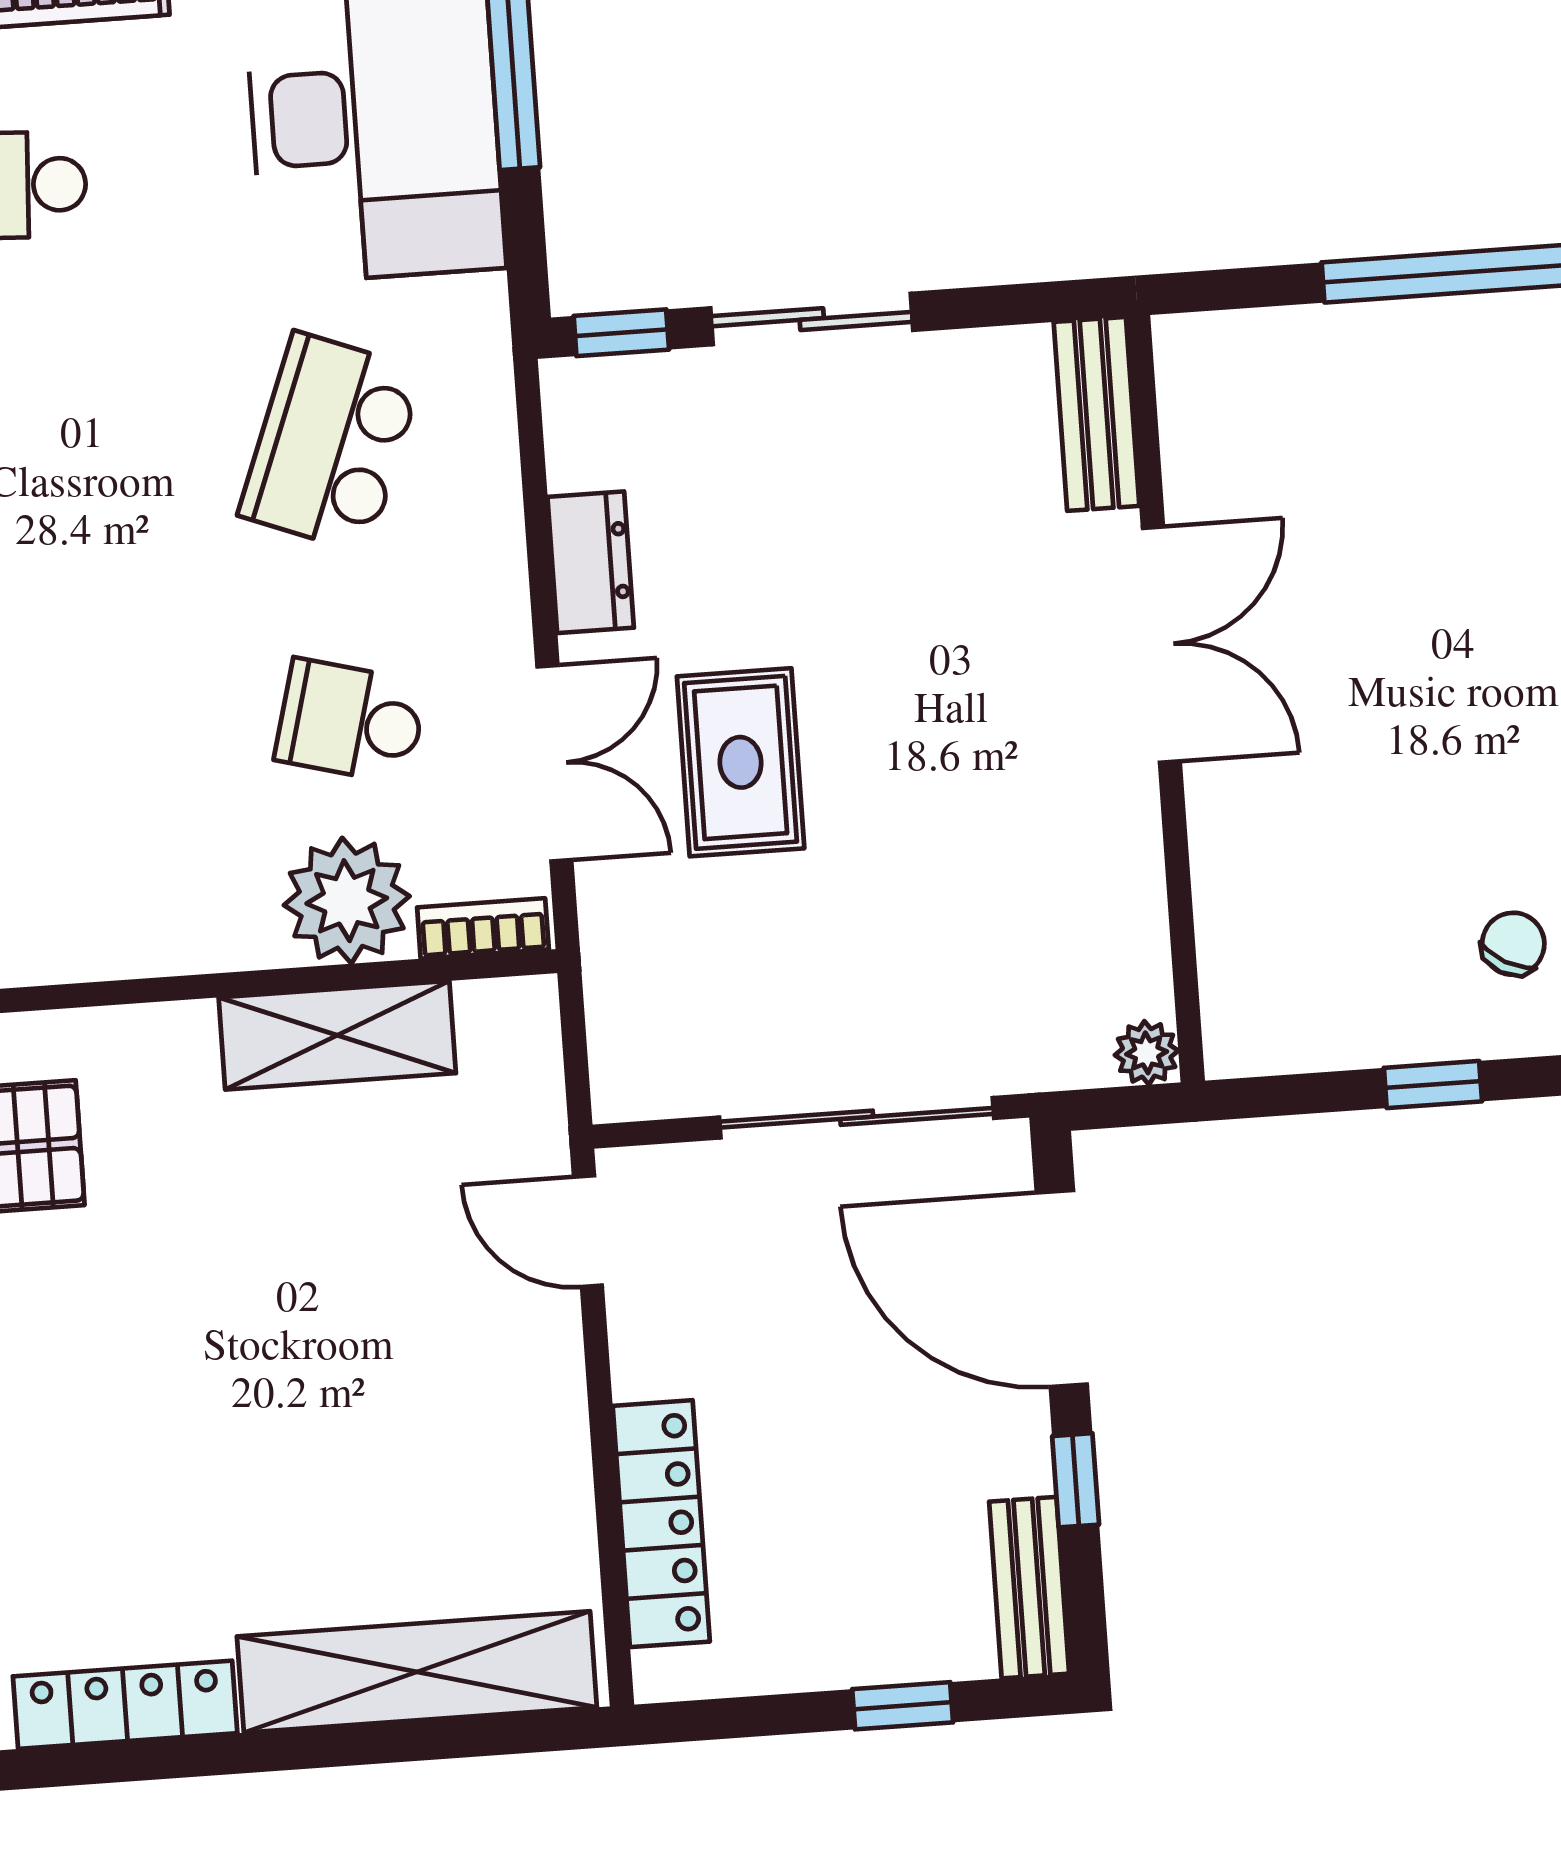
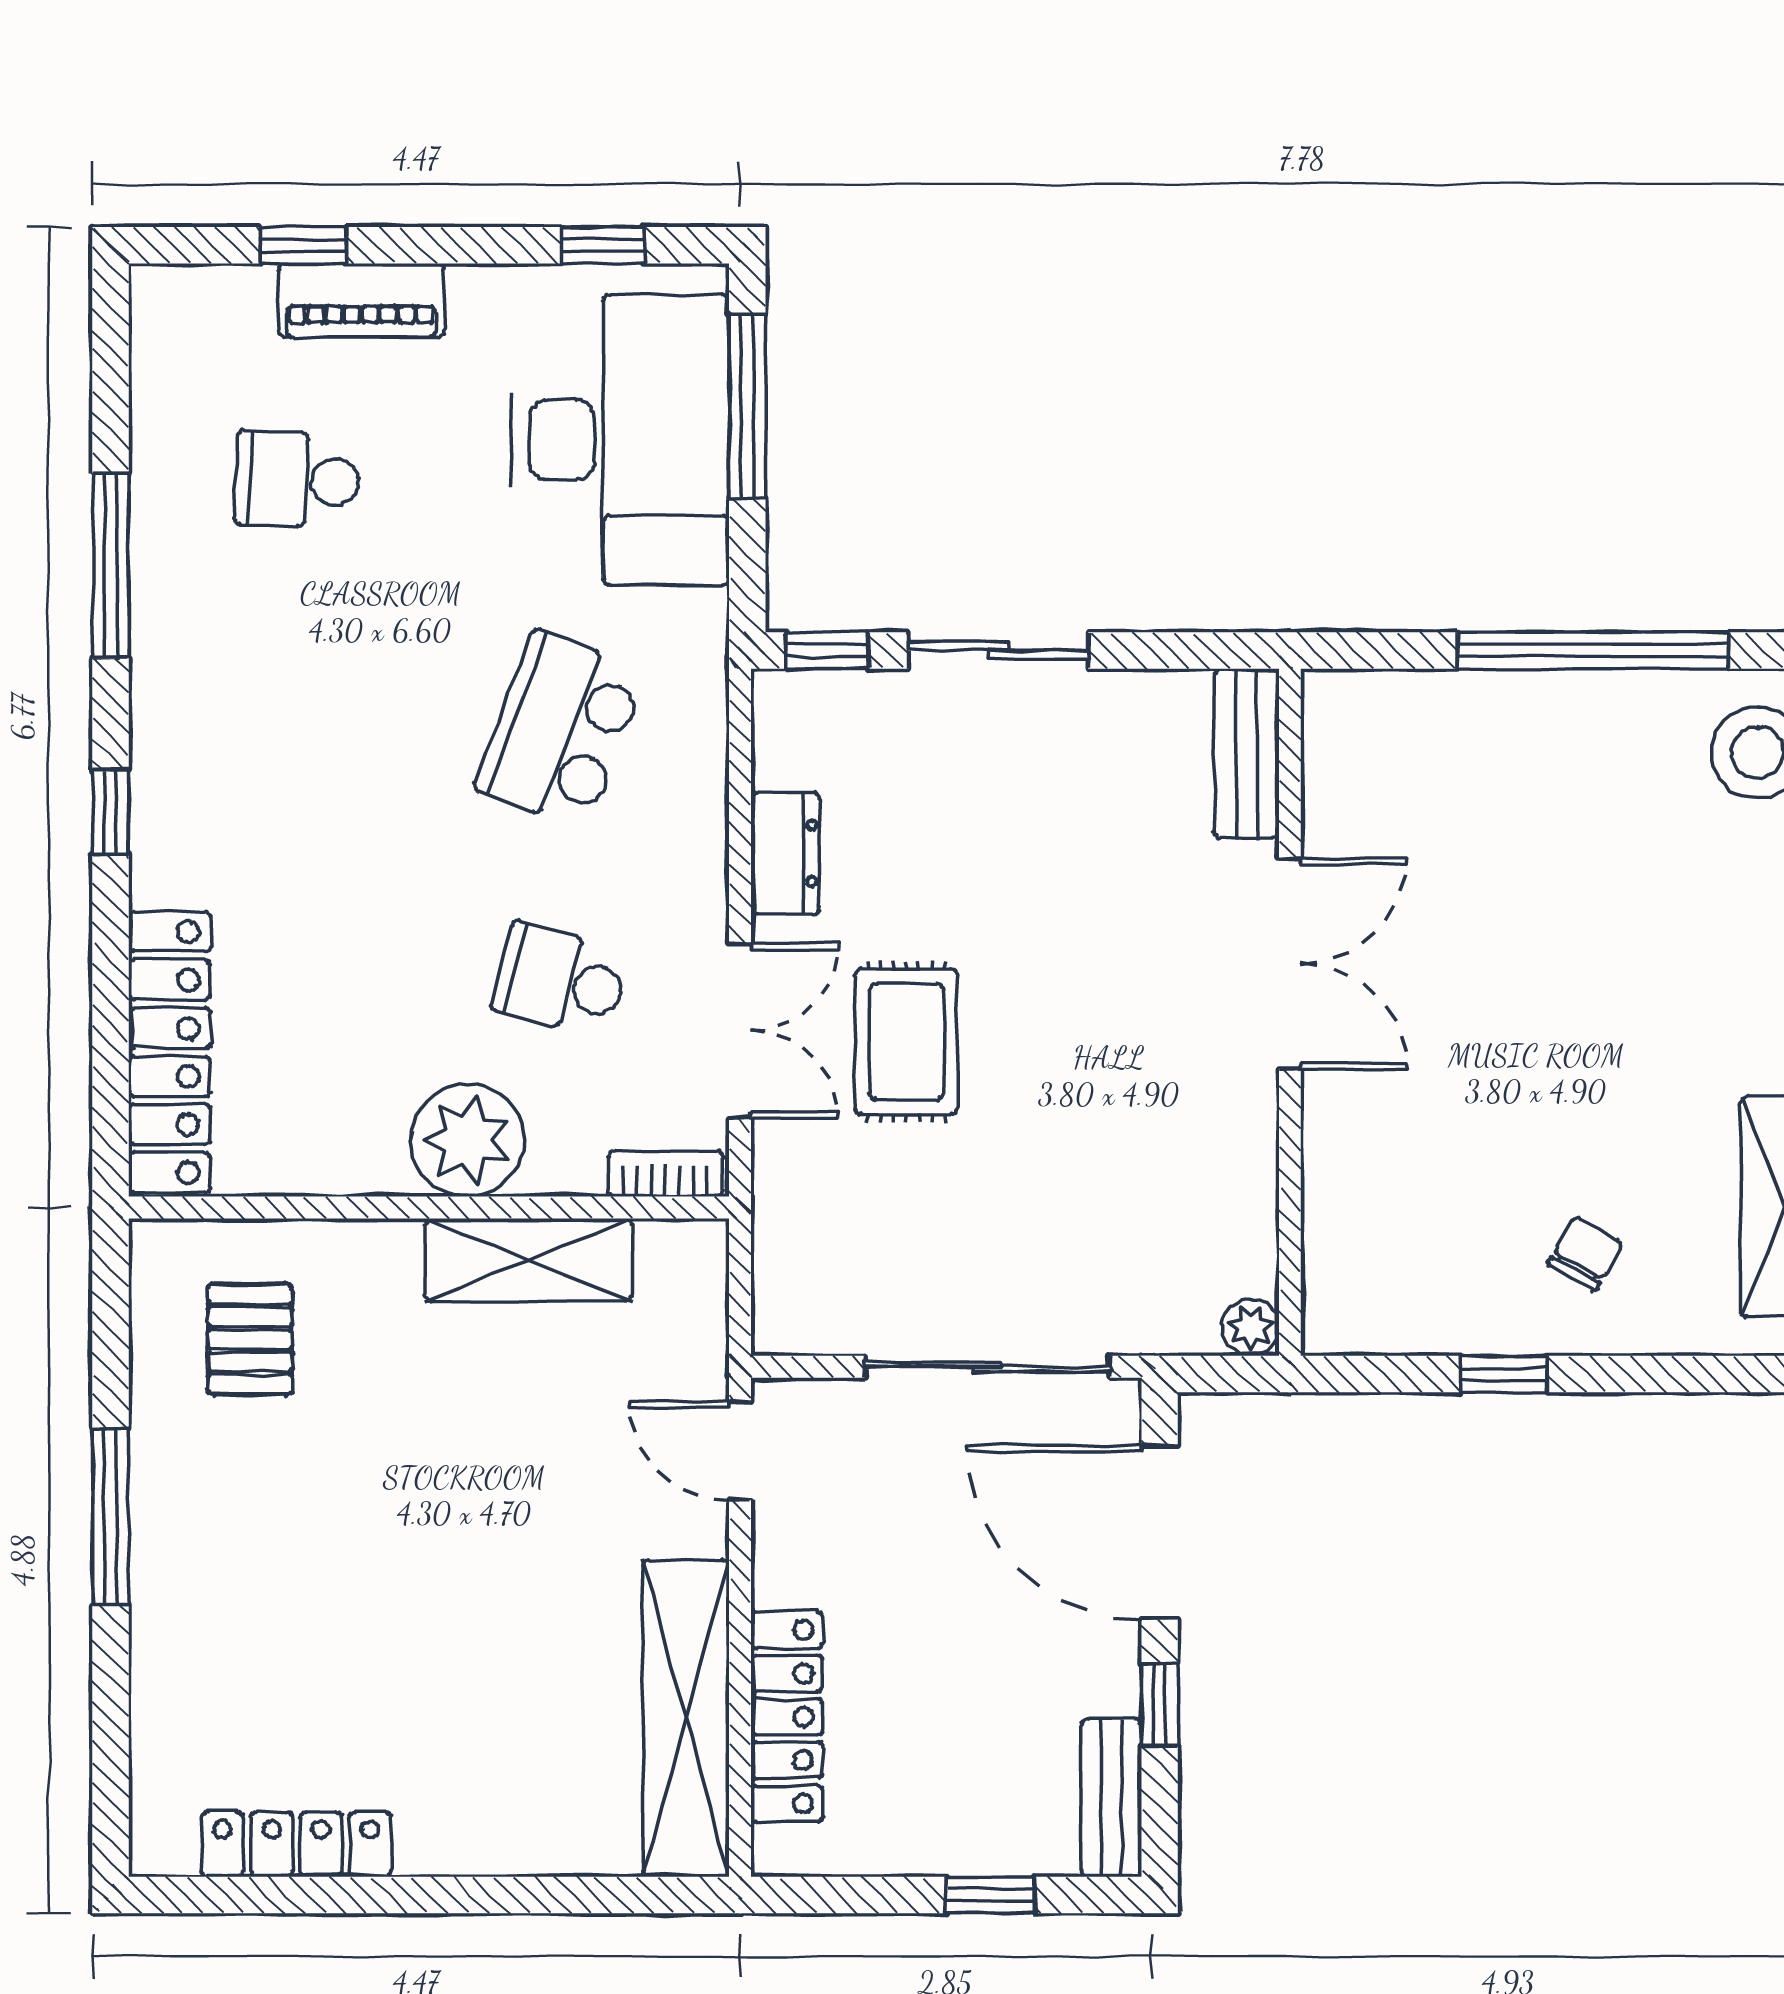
plant: (347, 901) -> (467, 1140), moved
shelving: (417, 1672) -> (686, 1718), moved, turned 90

